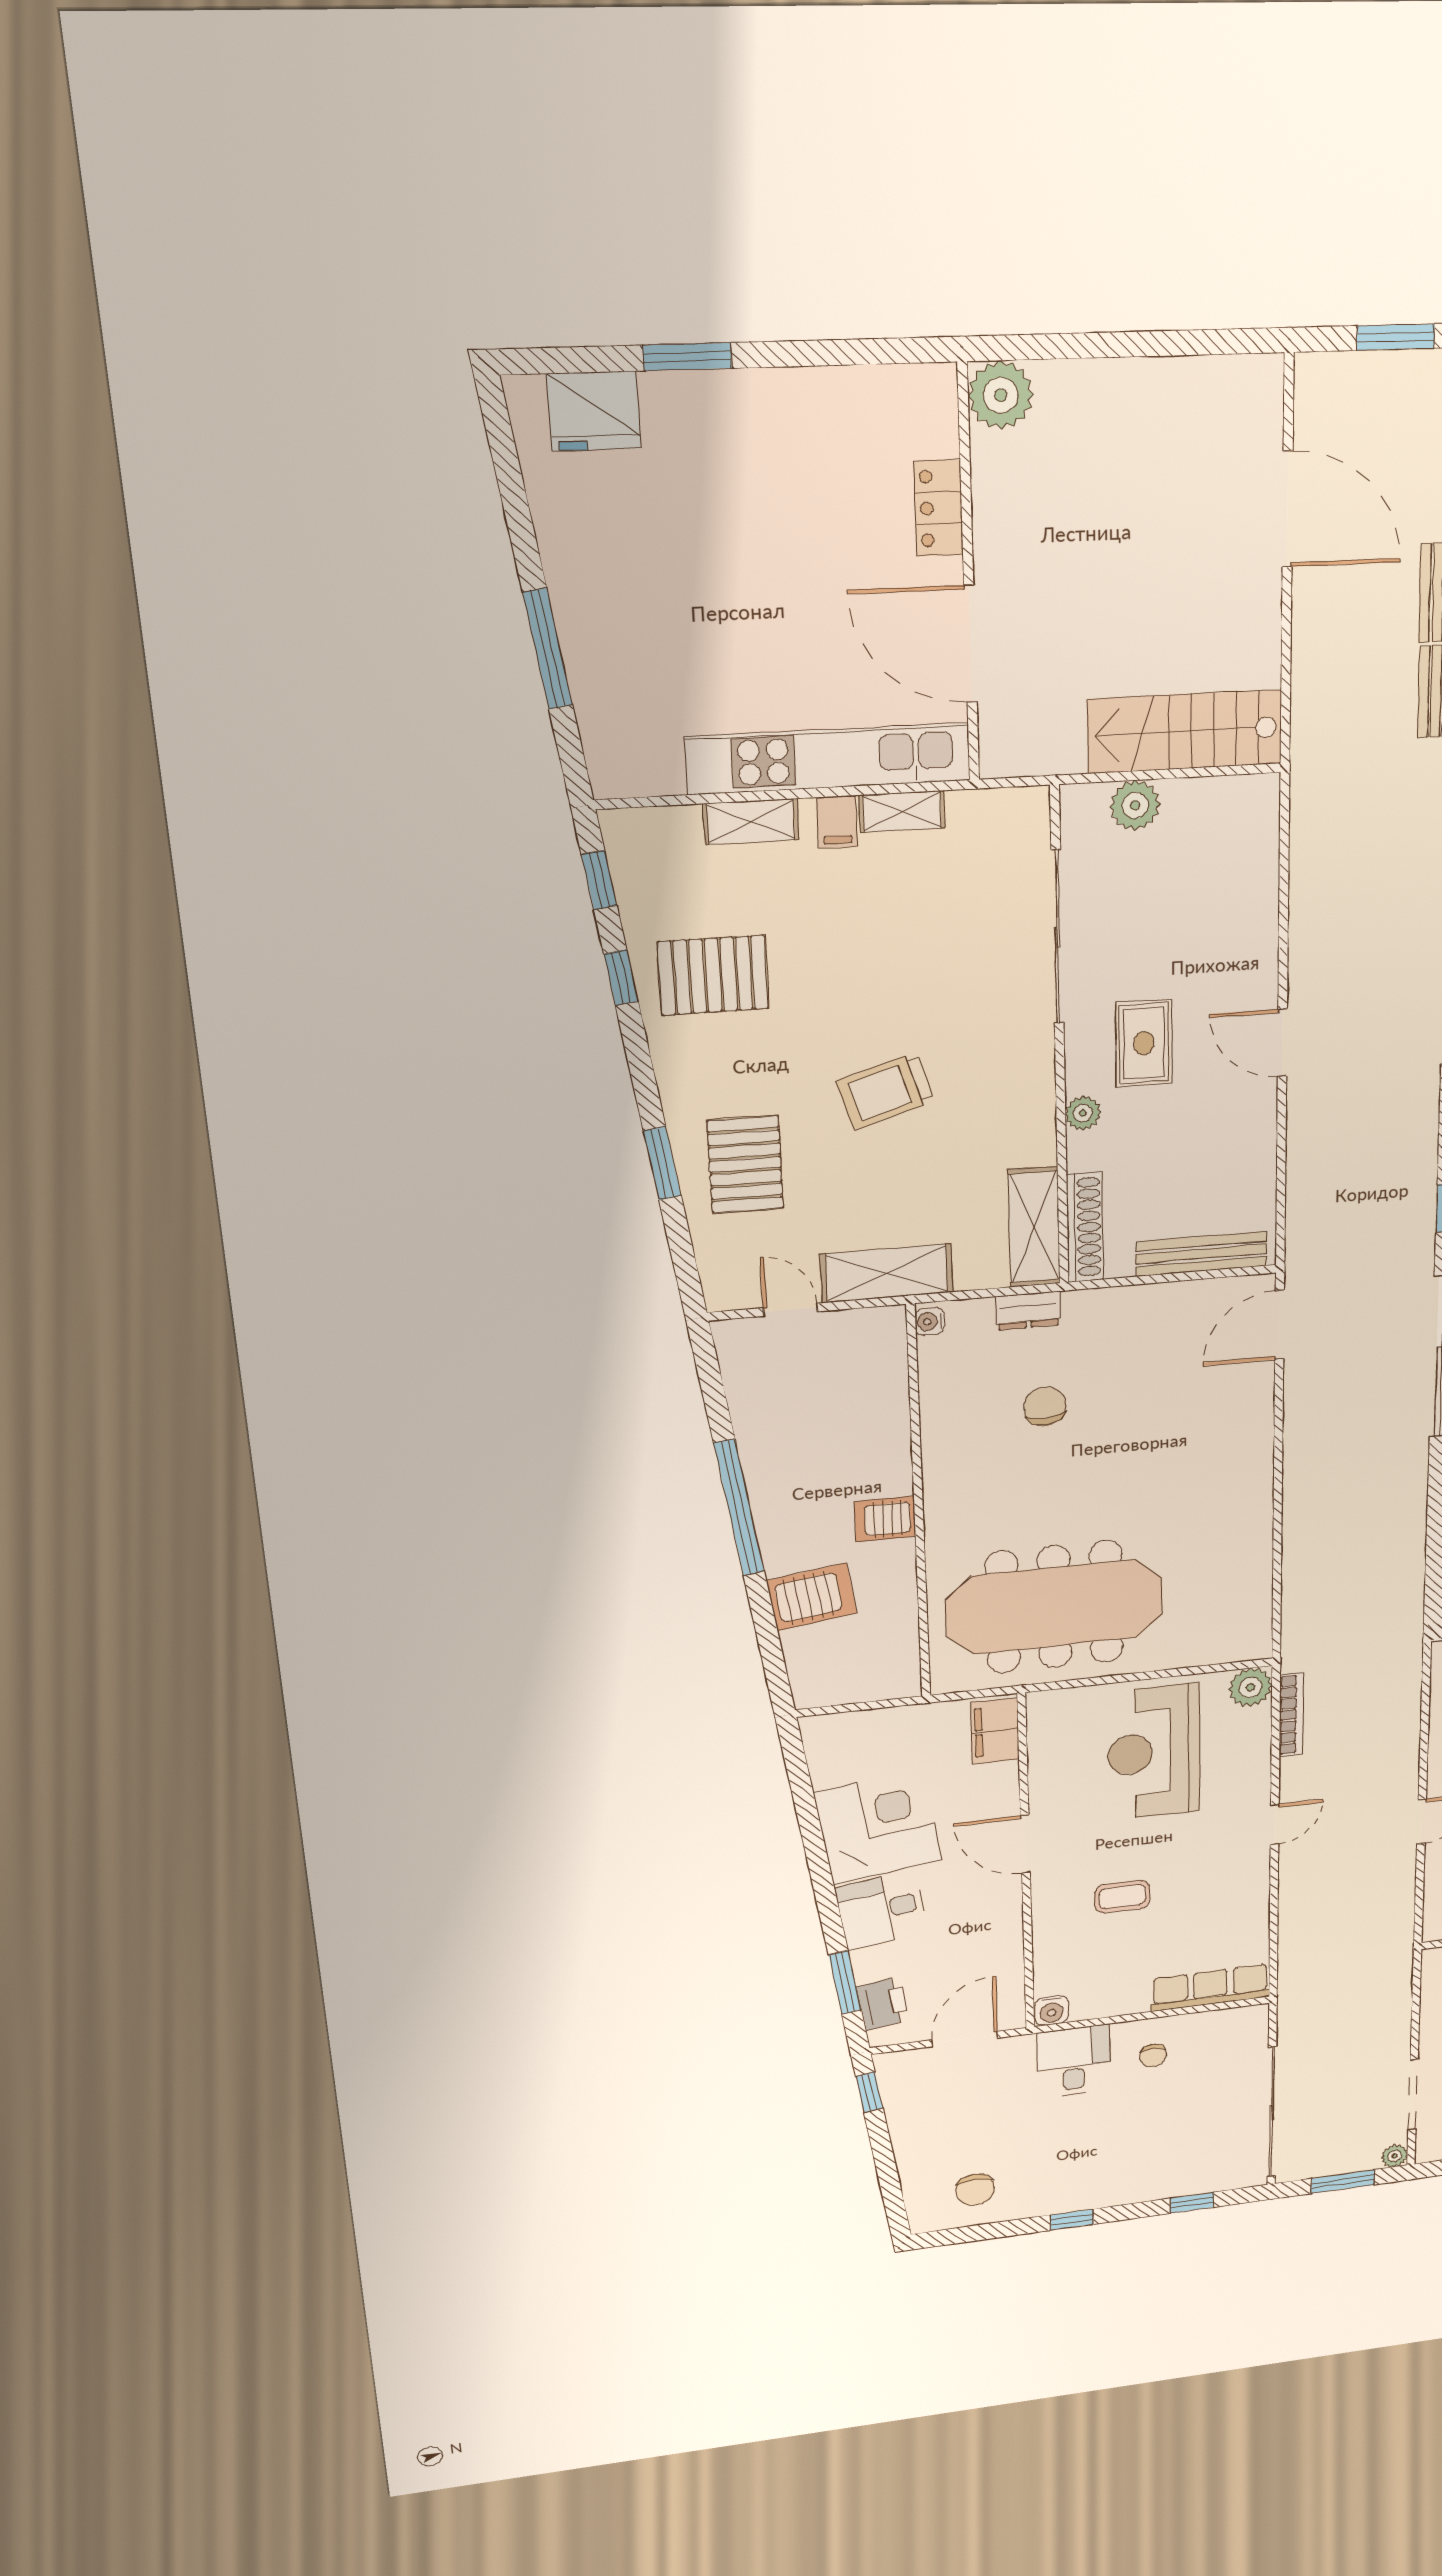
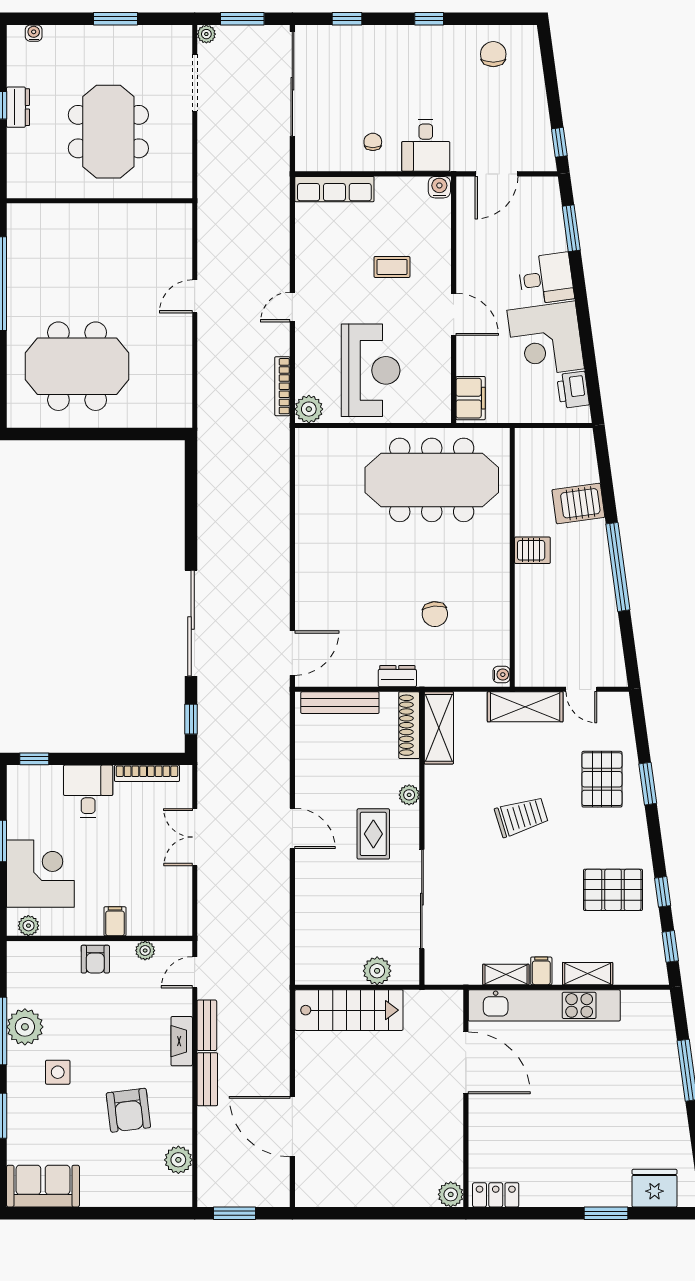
plant: (1001, 395) -> (451, 1194), width x0.73, depth x0.73
locker: (938, 508) -> (496, 1195), moved, turned -90
dresser: (1028, 1311) -> (397, 676), moved
printer: (883, 2004) -> (573, 390), moved

